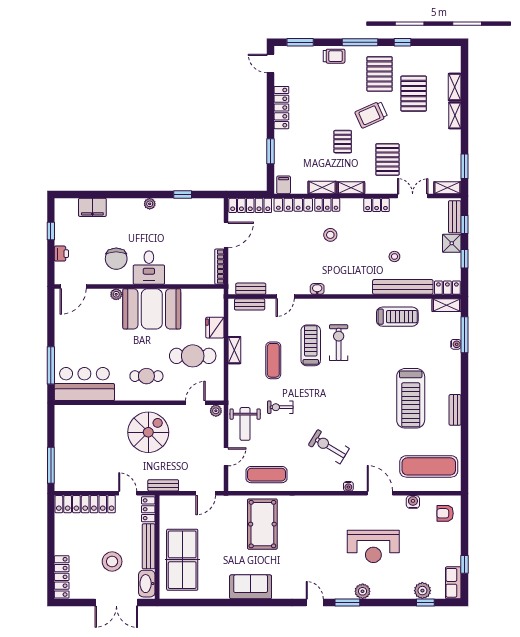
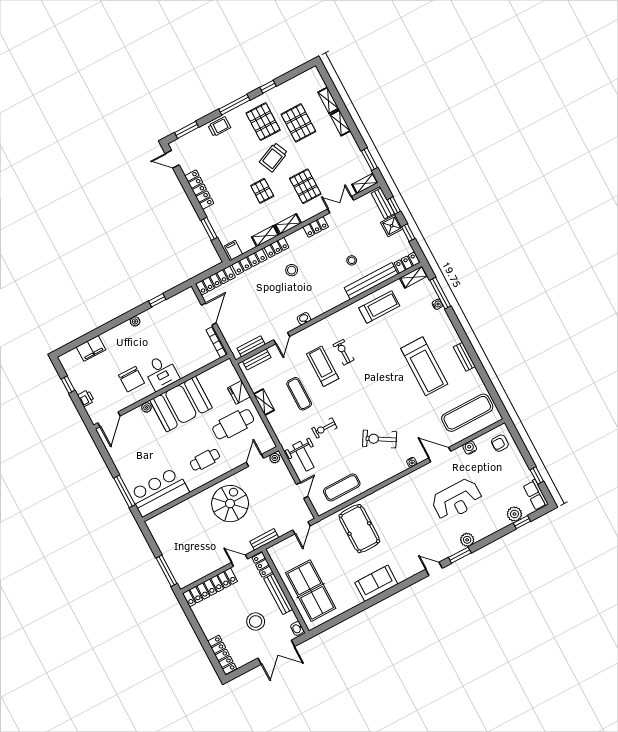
exercise bike: (339, 343) -> (344, 352), width x0.73, depth x0.72
washbasin: (147, 584) -> (297, 628), width x0.52, depth x0.69

